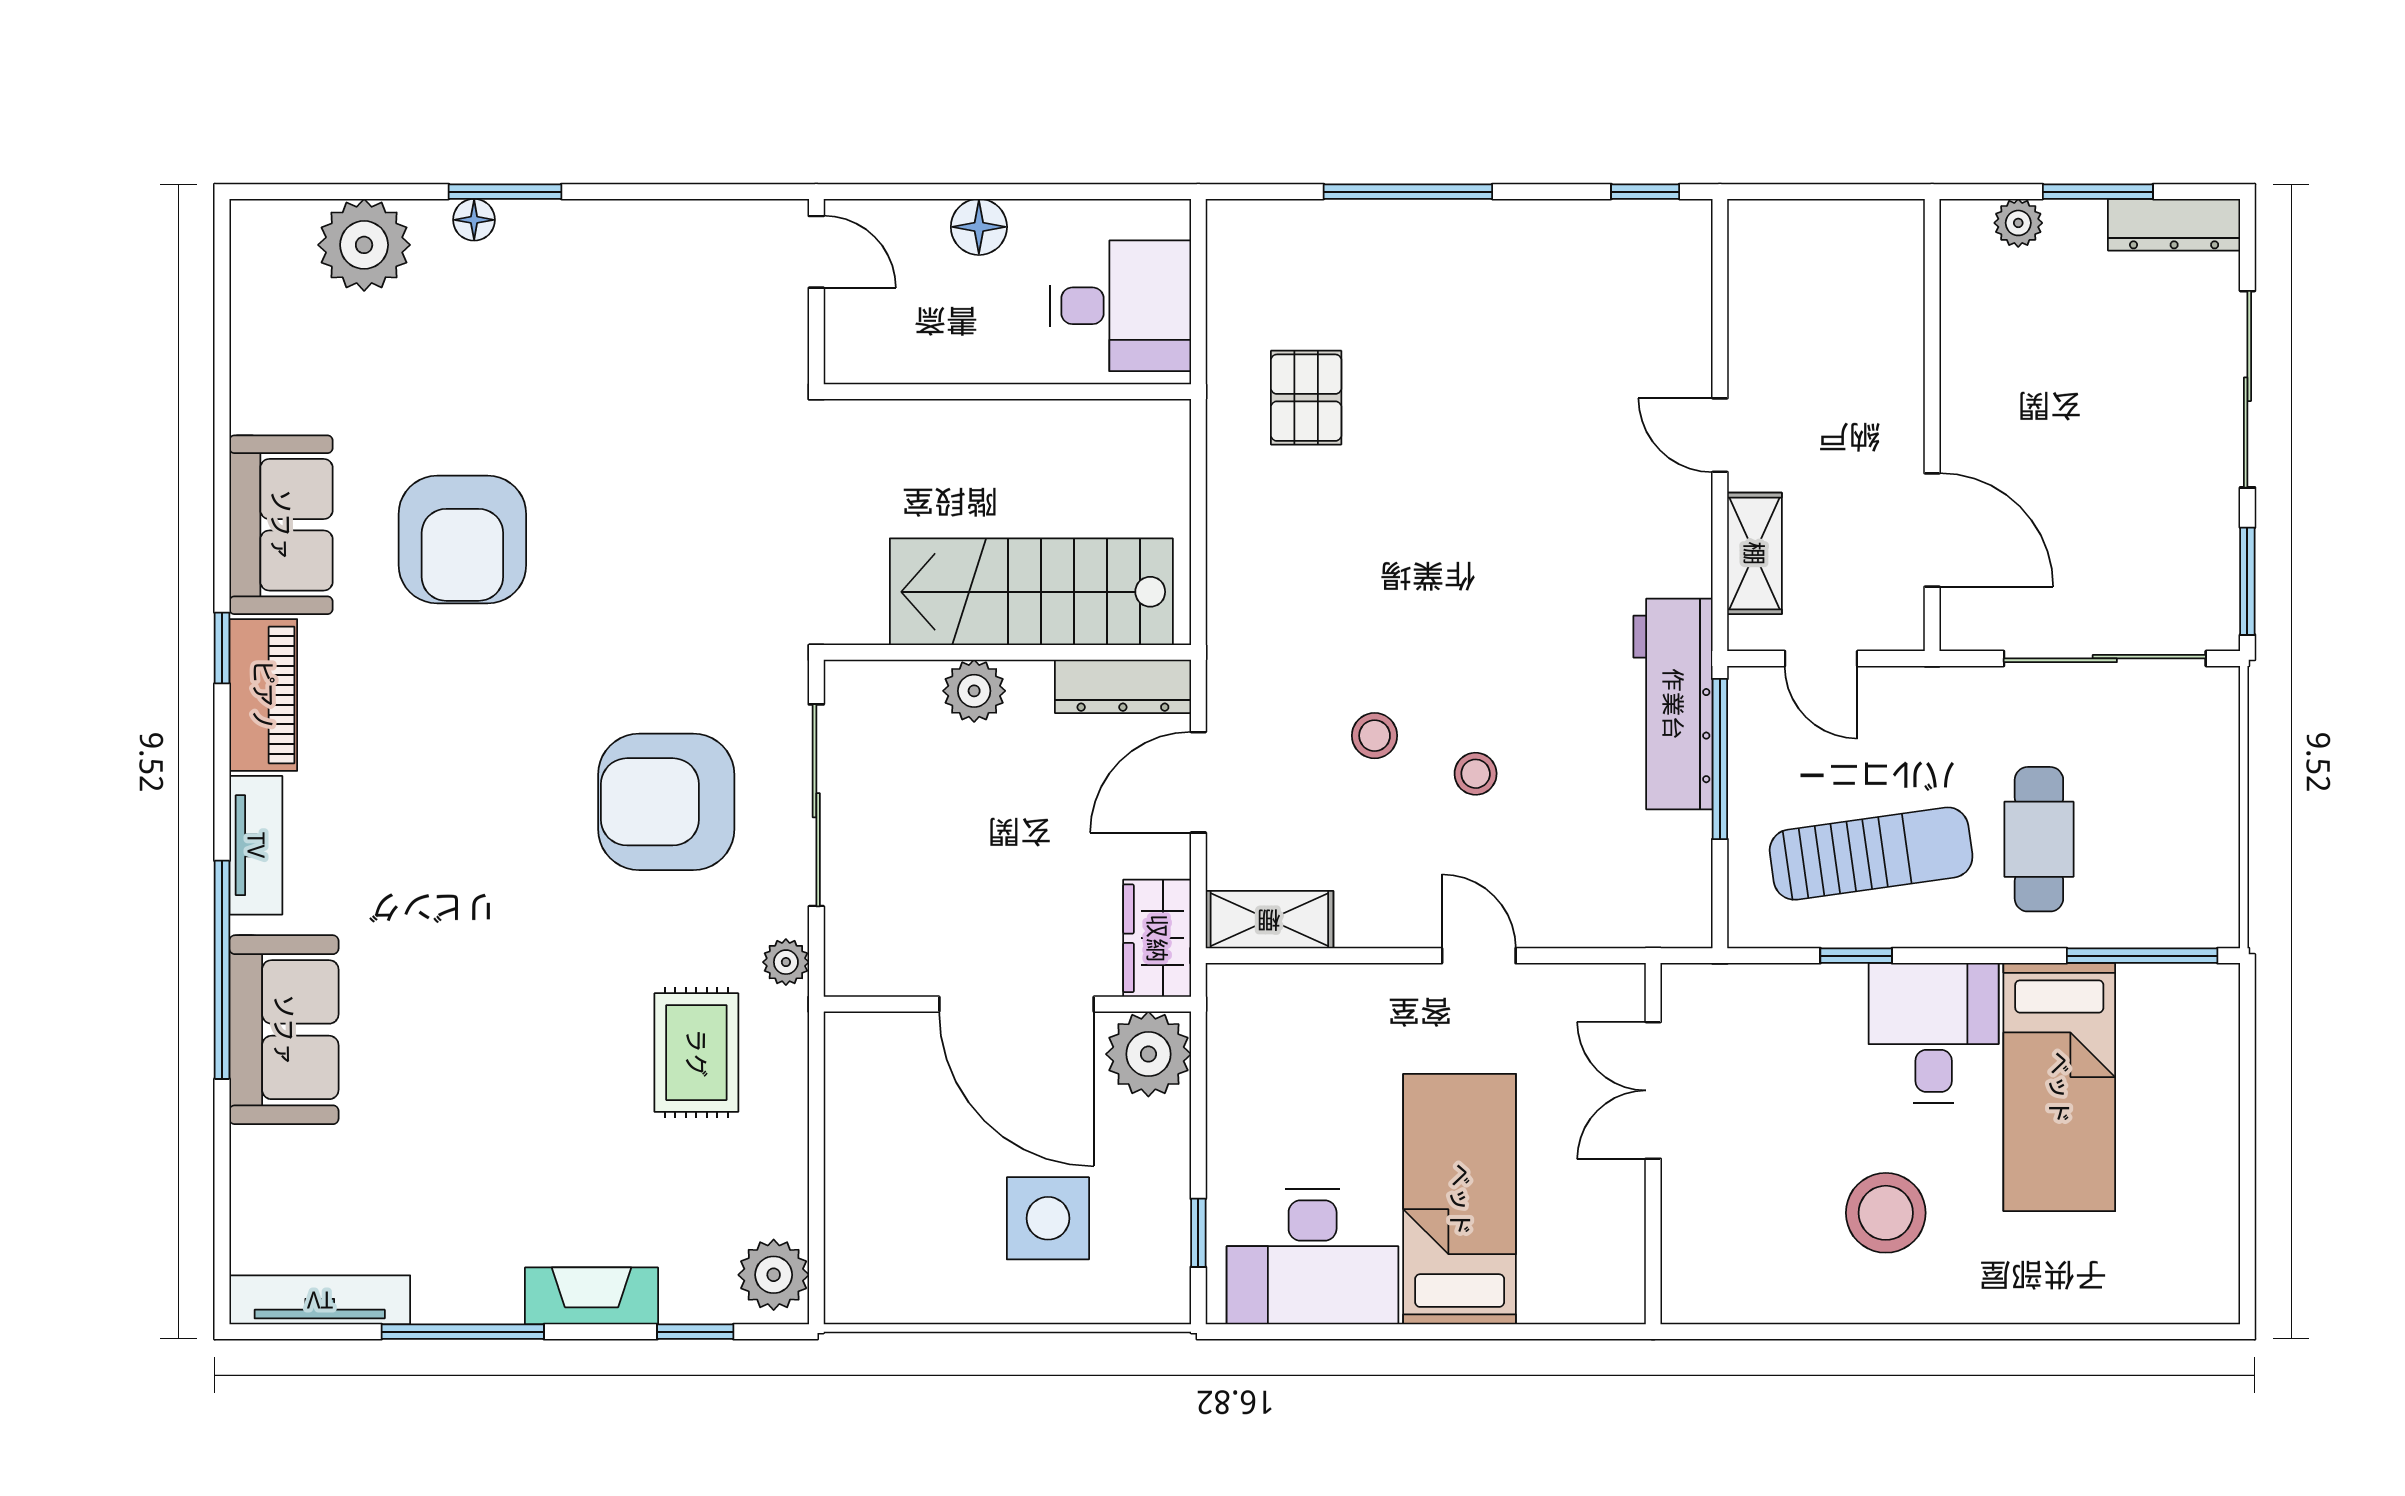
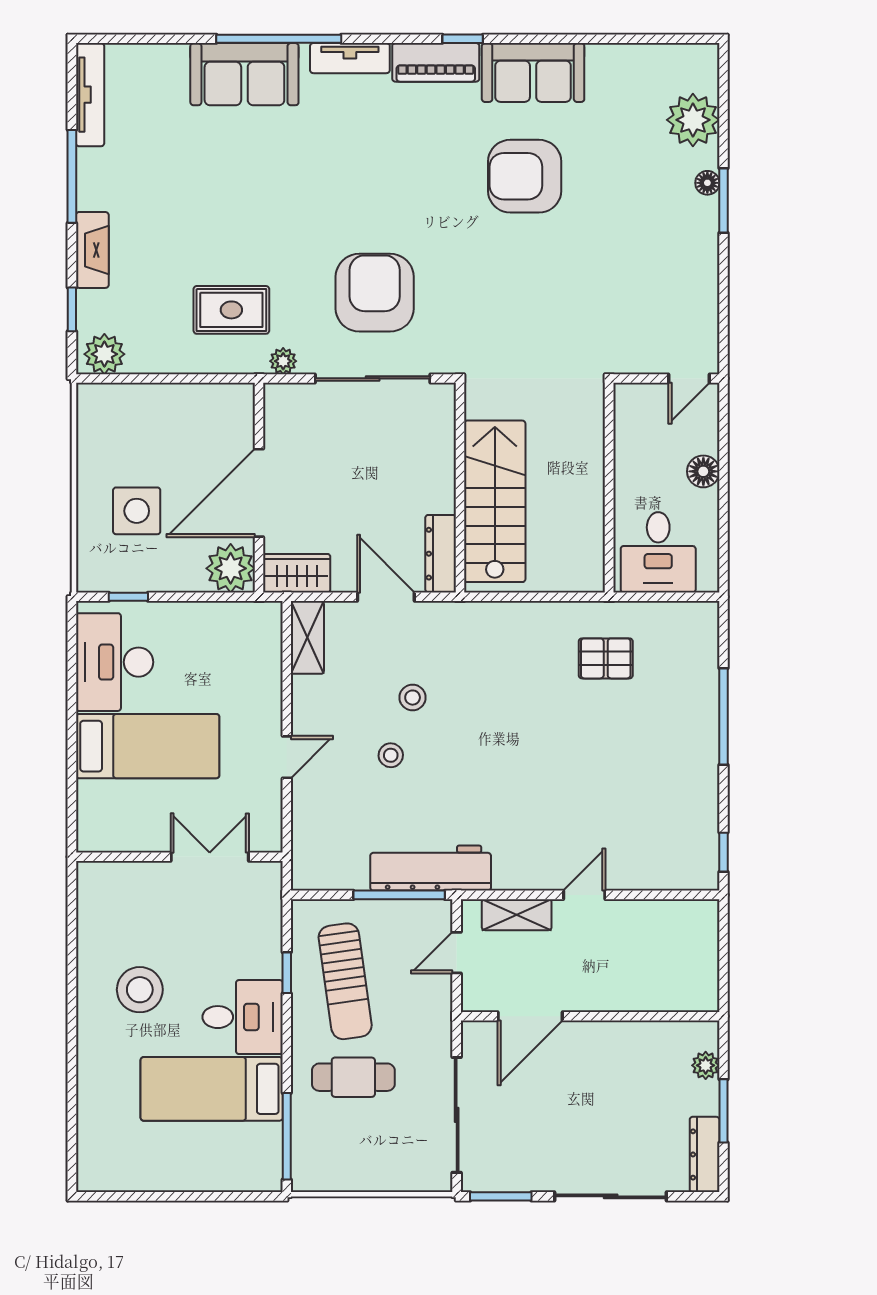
plant: (974, 691) -> (438, 469), removed

